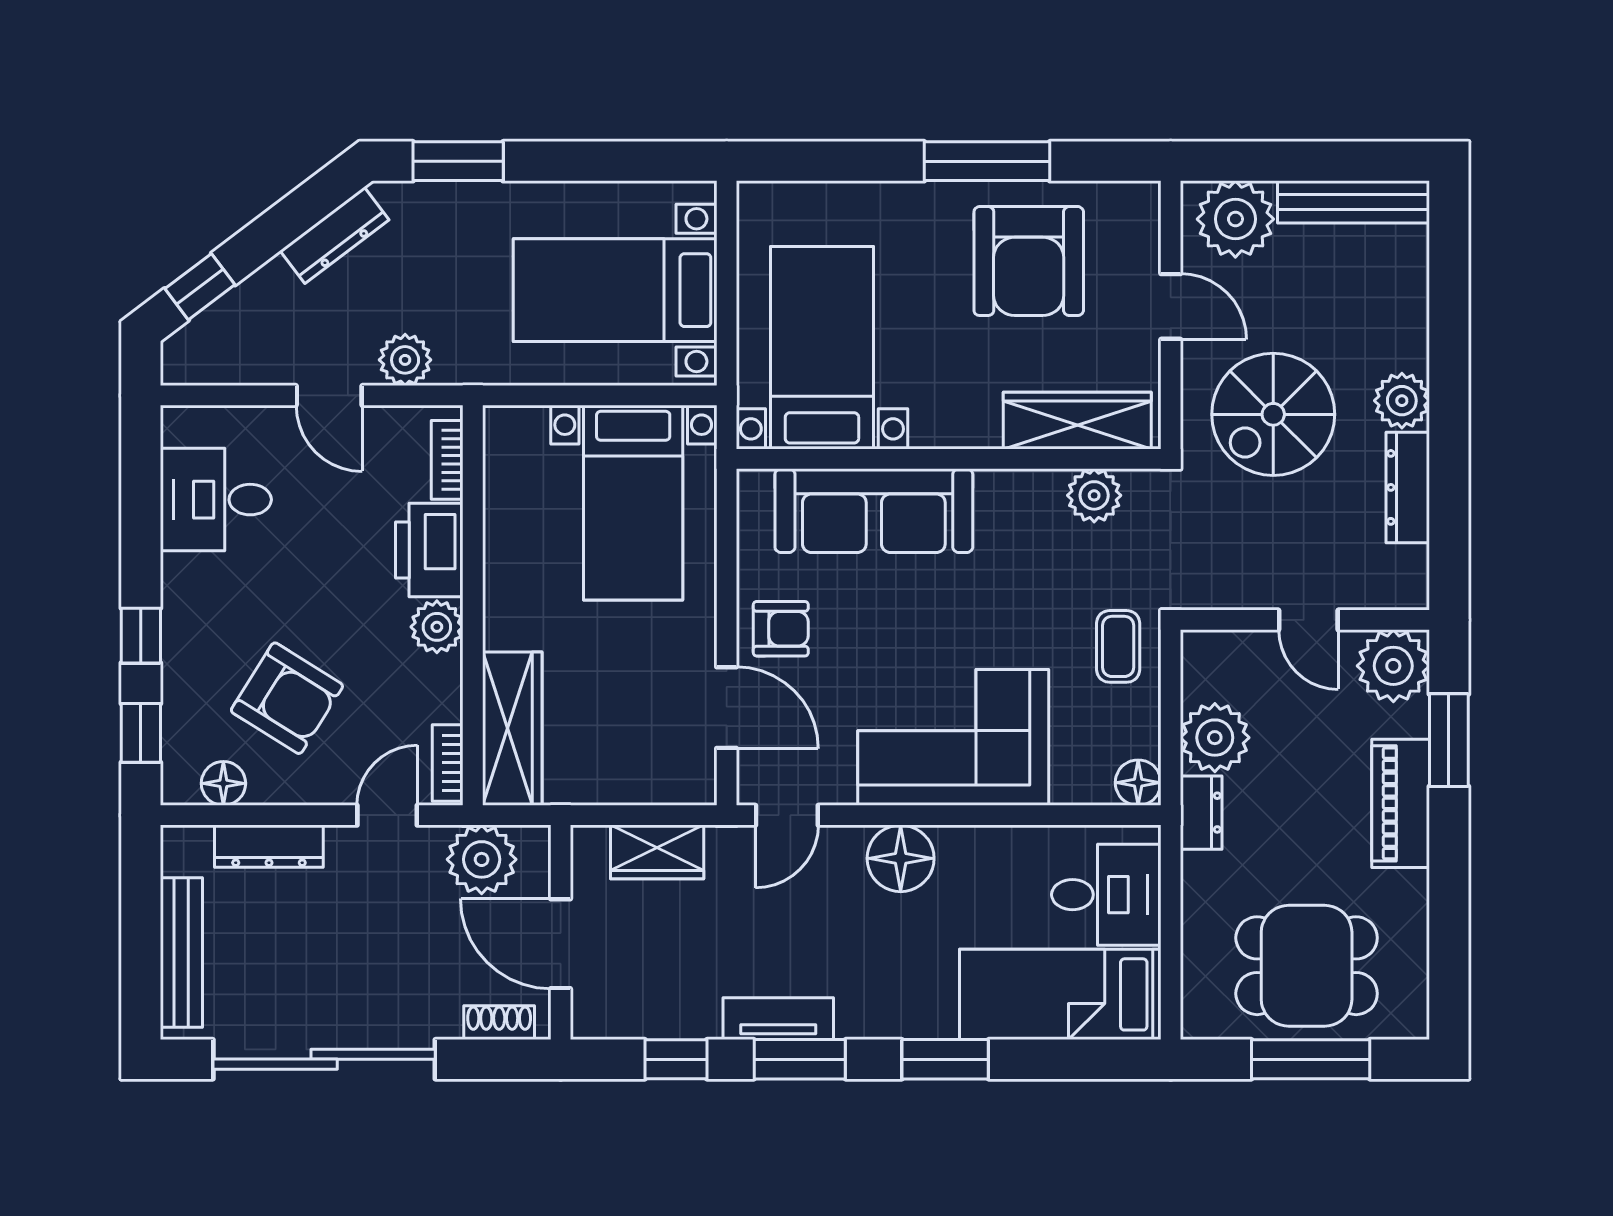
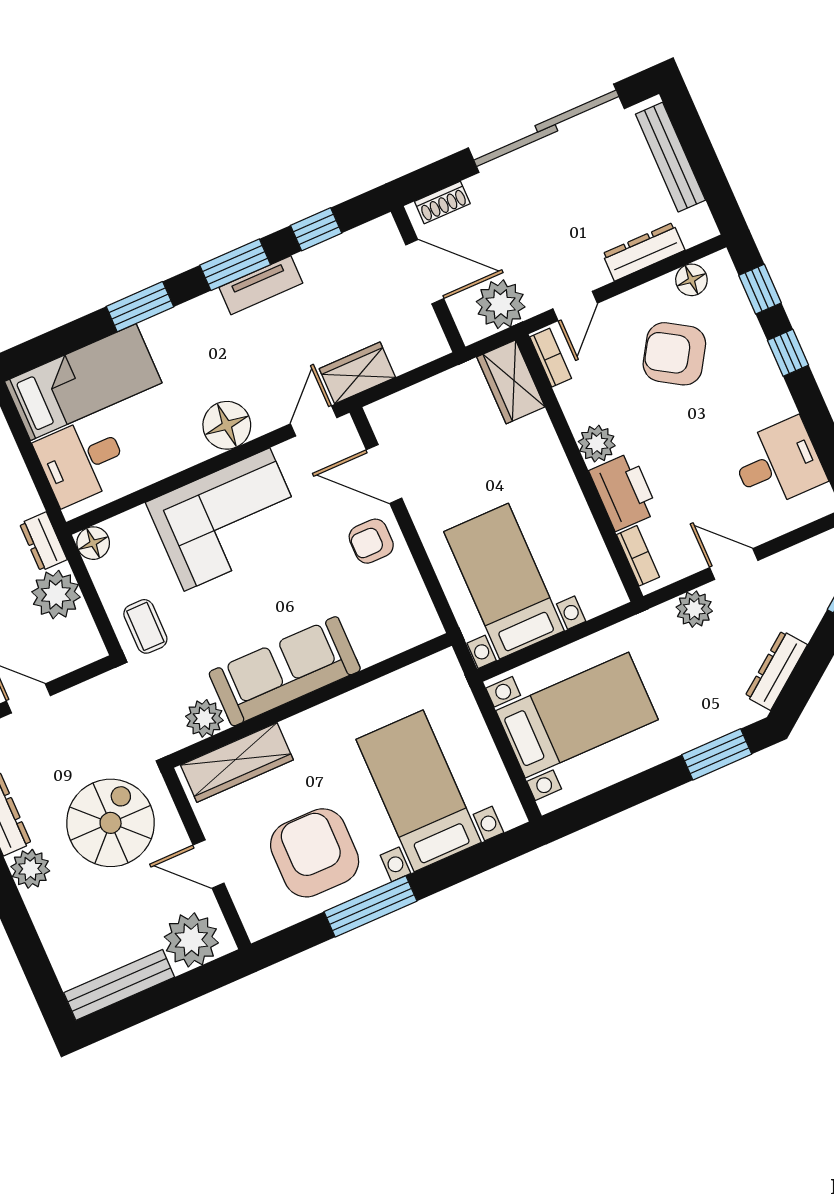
bed with nightstands: (822, 348) -> (419, 791), moved, turned 180
sofa: (874, 511) -> (285, 671), moved
wardrobe: (512, 729) -> (511, 382), width x0.67
wardrobe: (657, 852) -> (357, 373), moved

